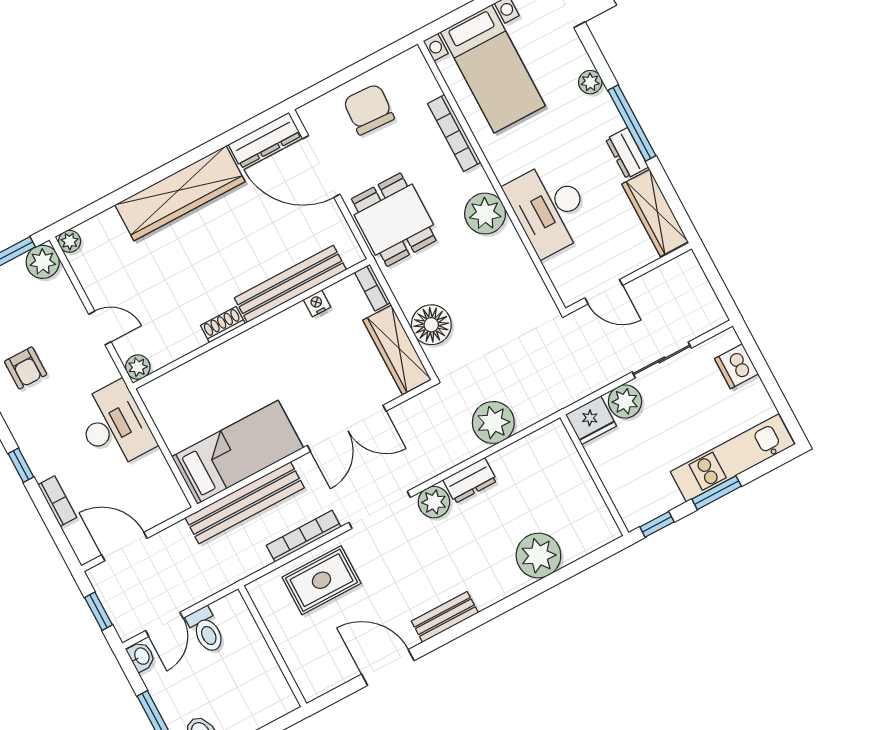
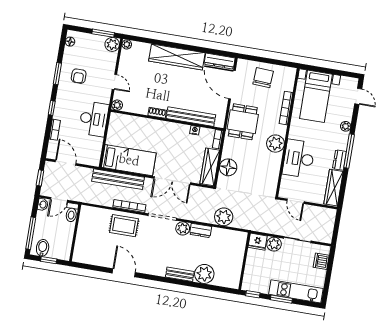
bench: (445, 617) -> (180, 274), moved
wall: (272, 646) -> (75, 233), moved

